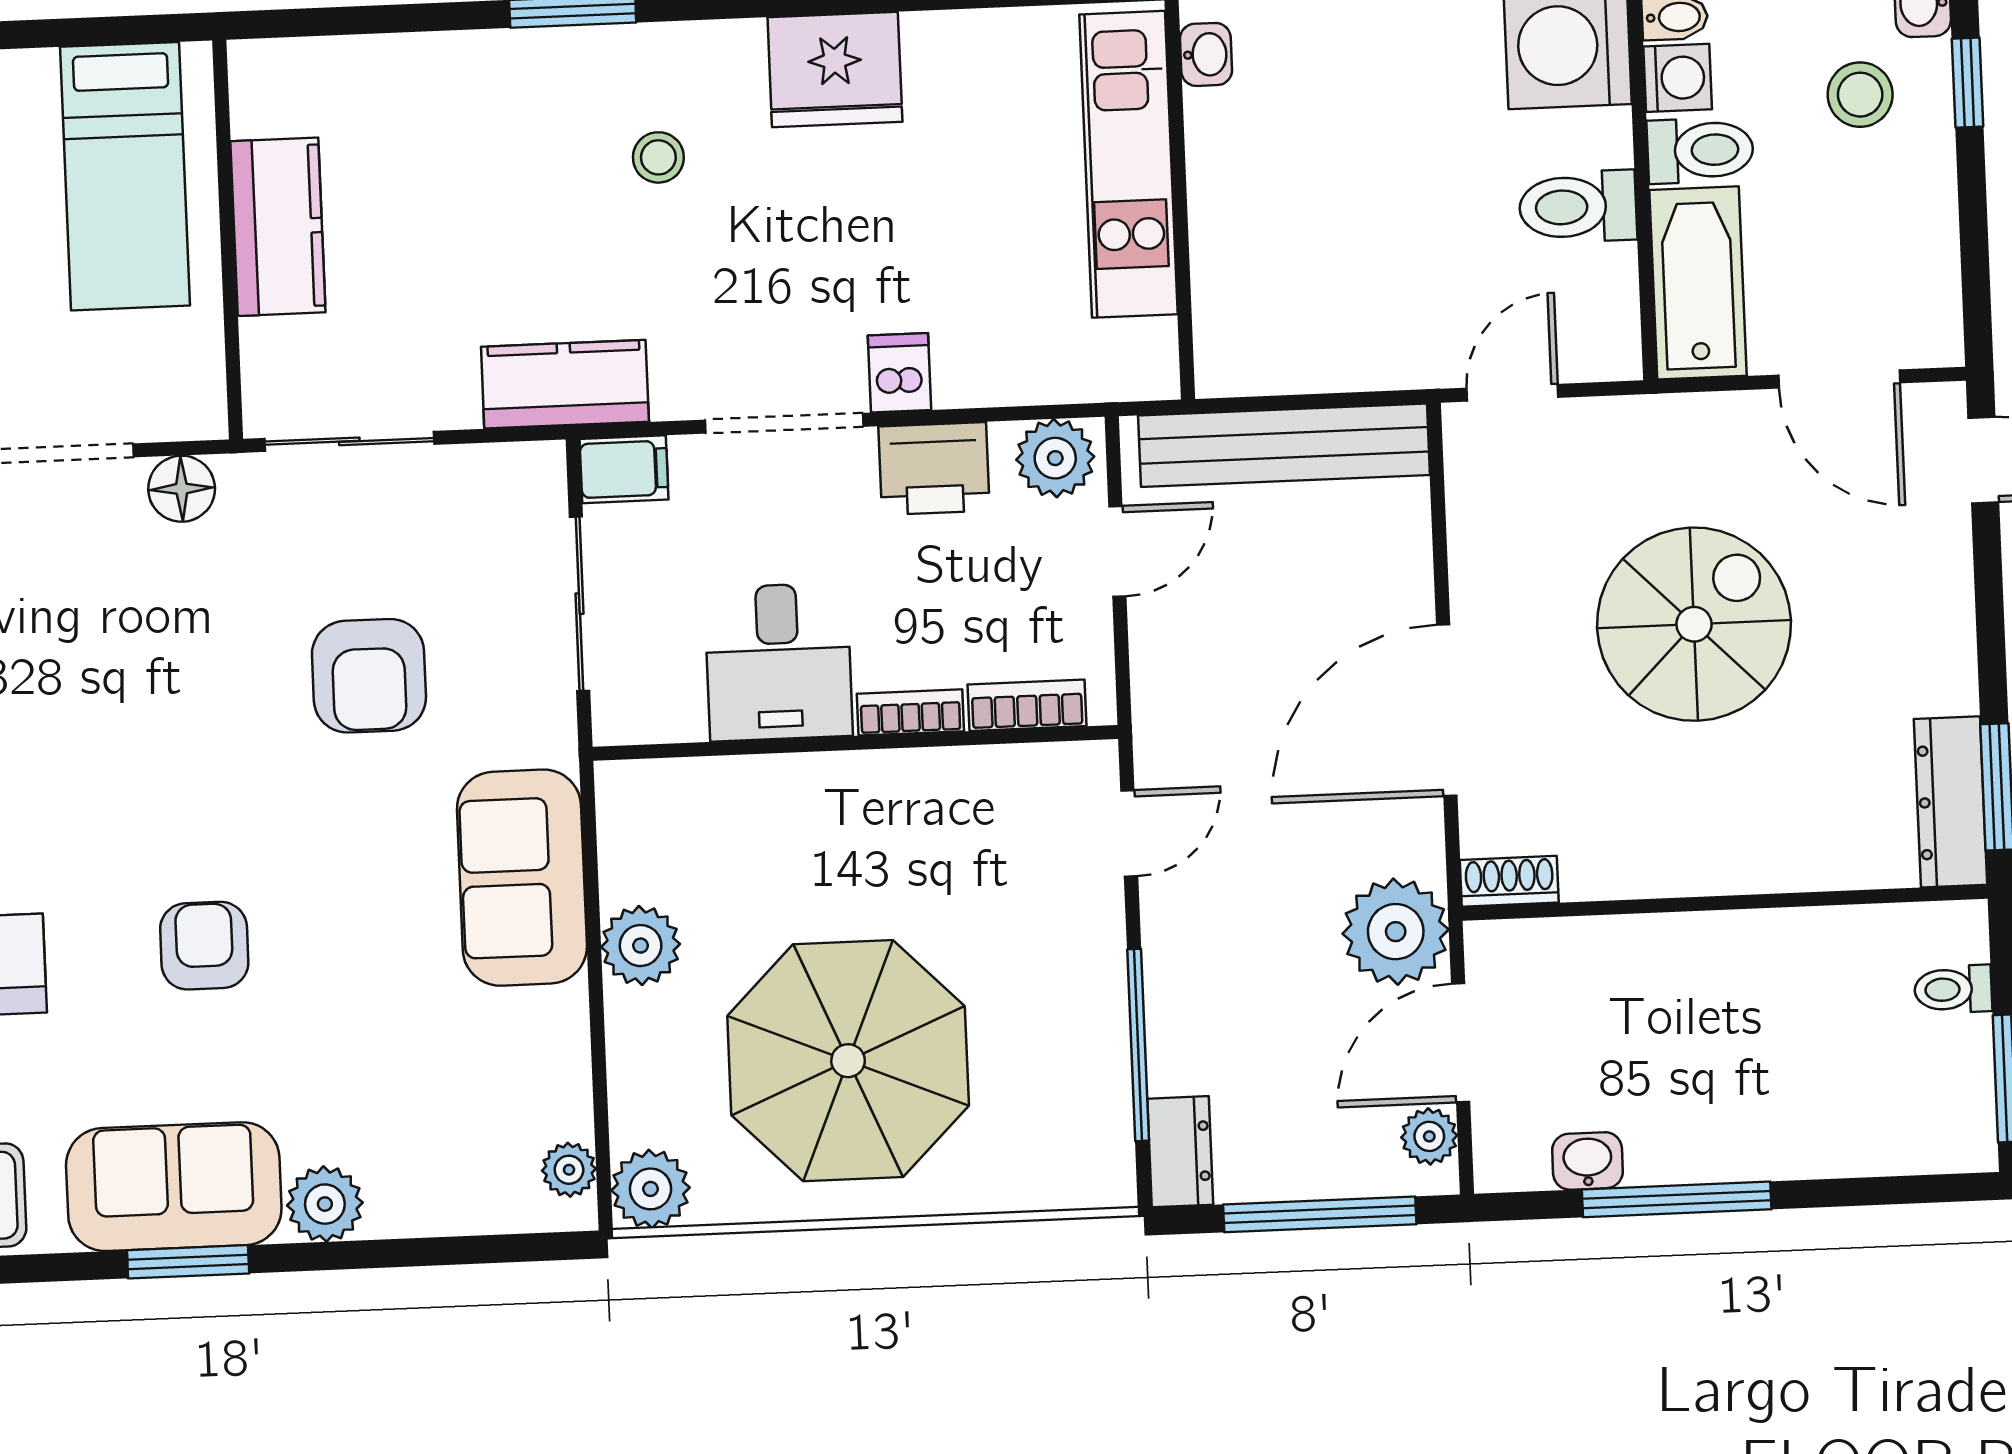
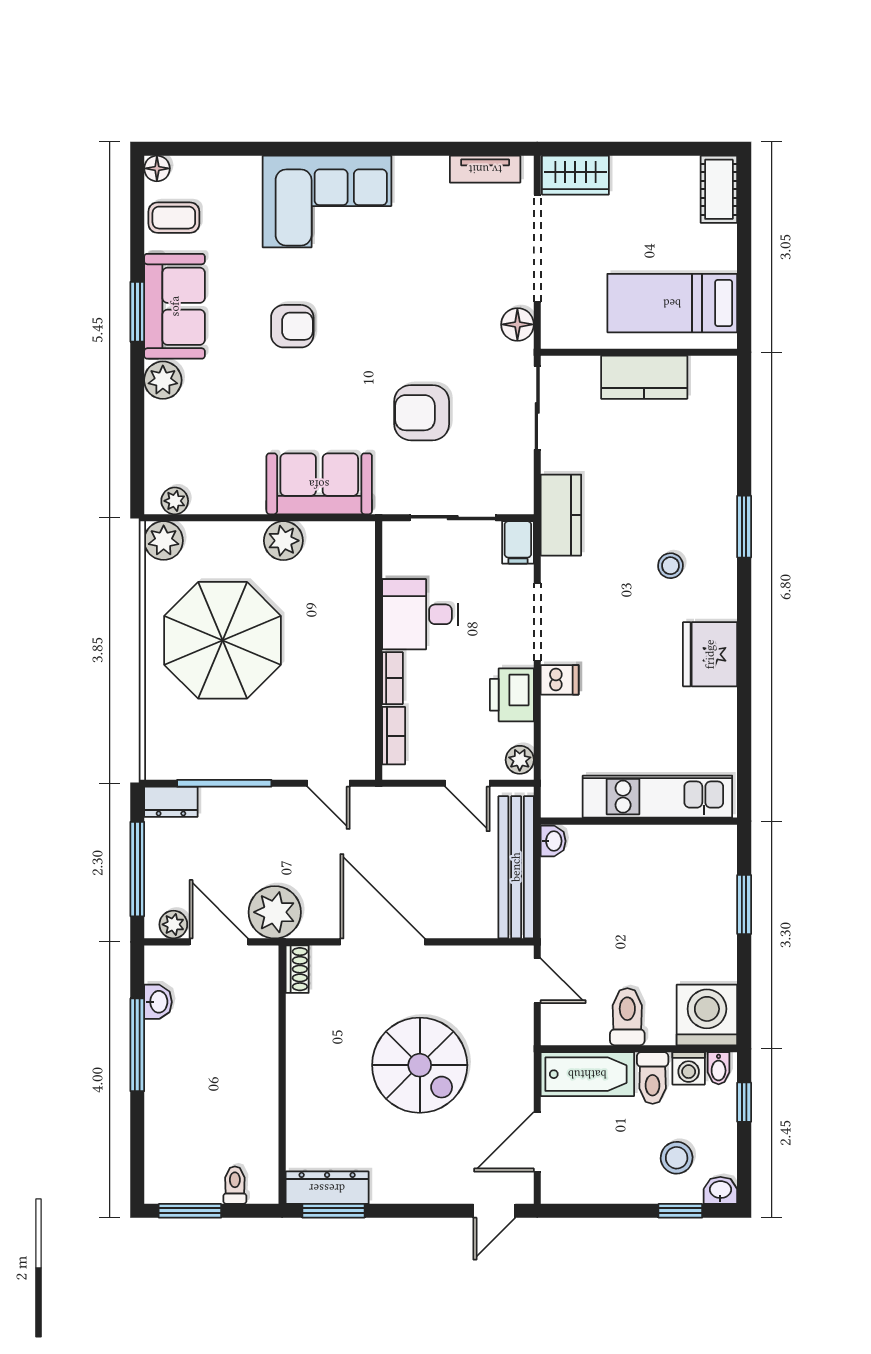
washbasin: (1206, 54) -> (553, 841), moved, turned -90
plant: (1055, 458) -> (520, 760), width x0.73, depth x0.73

